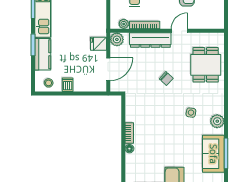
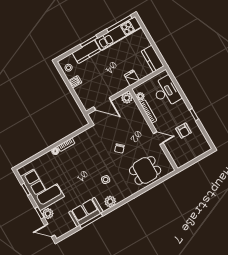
dresser: (150, 40) -> (140, 122), removed
fridge: (98, 44) -> (132, 78), moved

